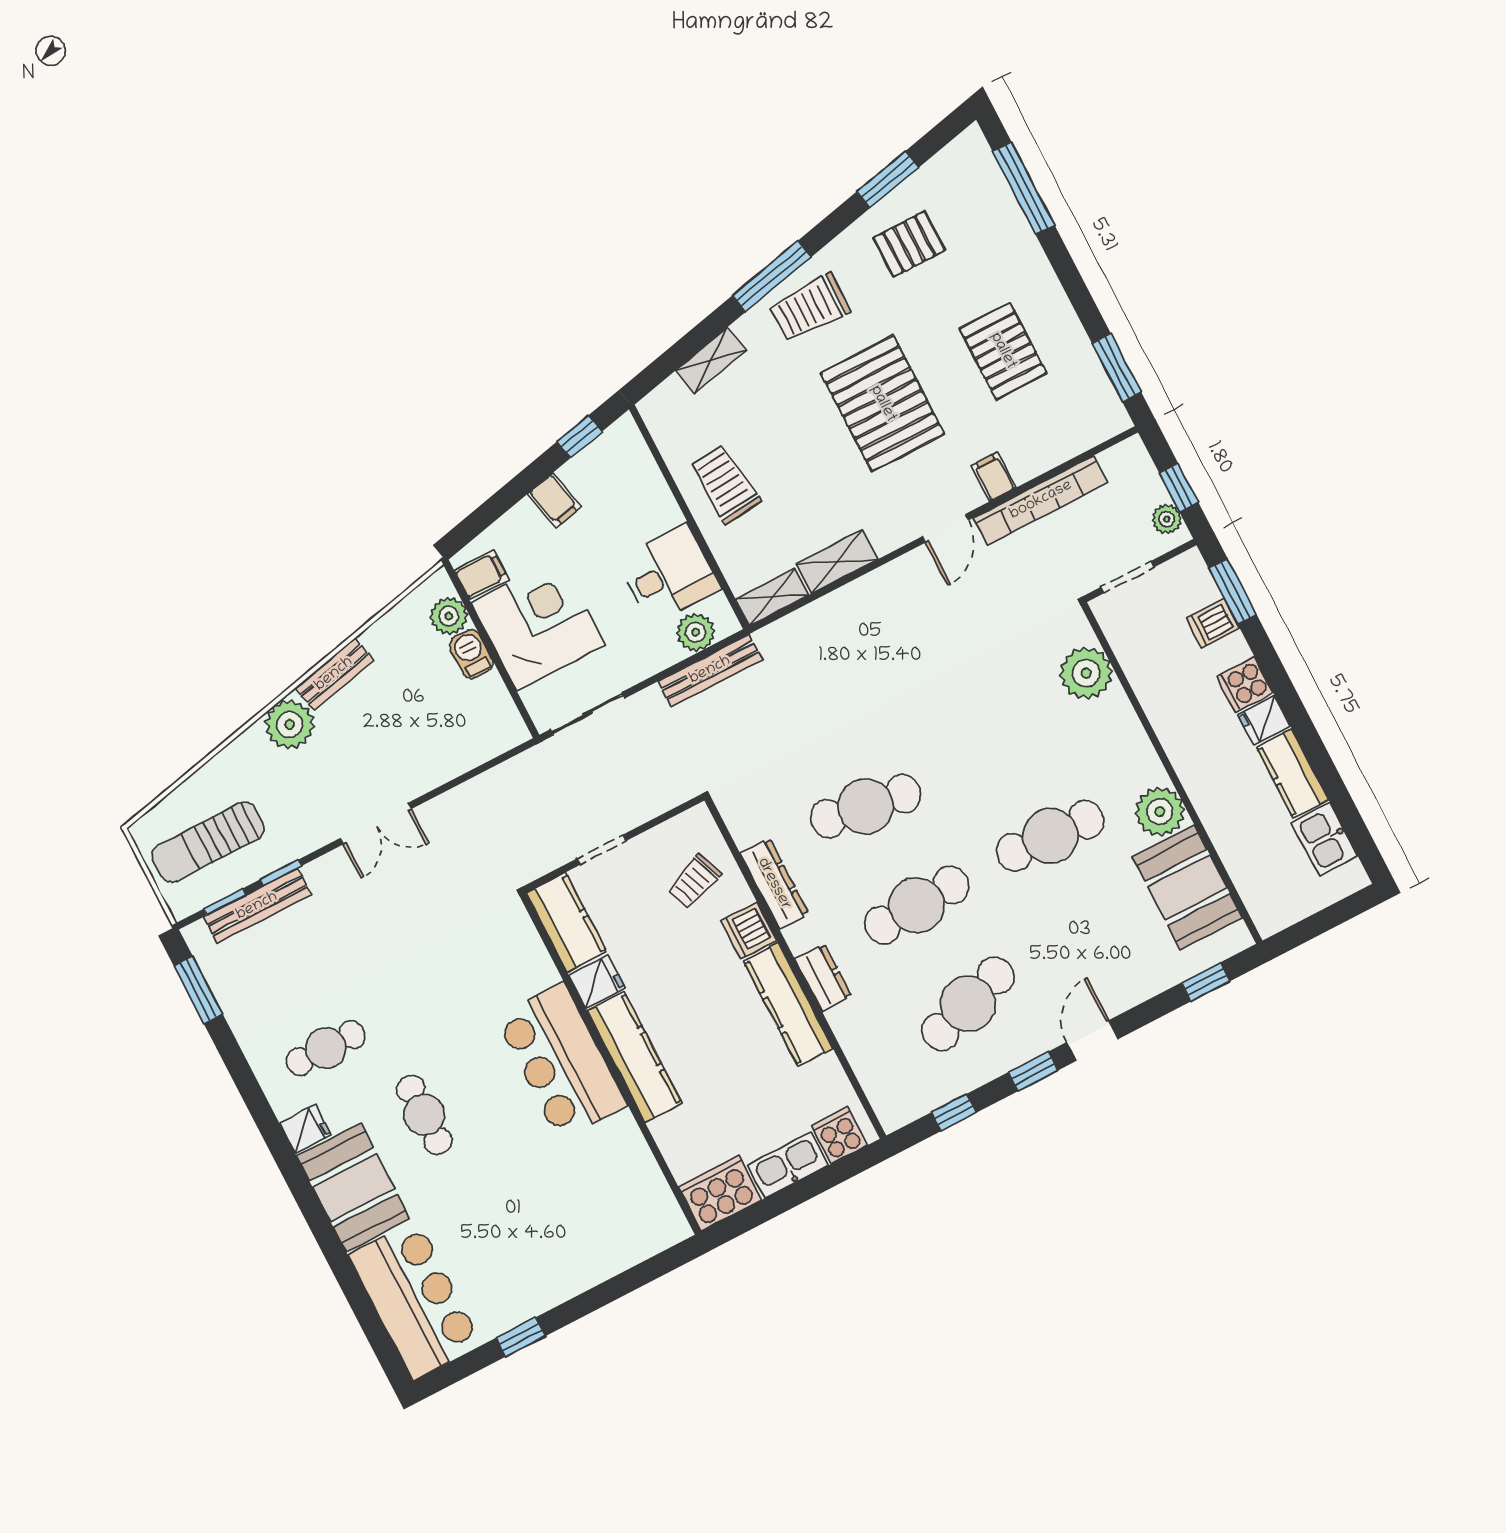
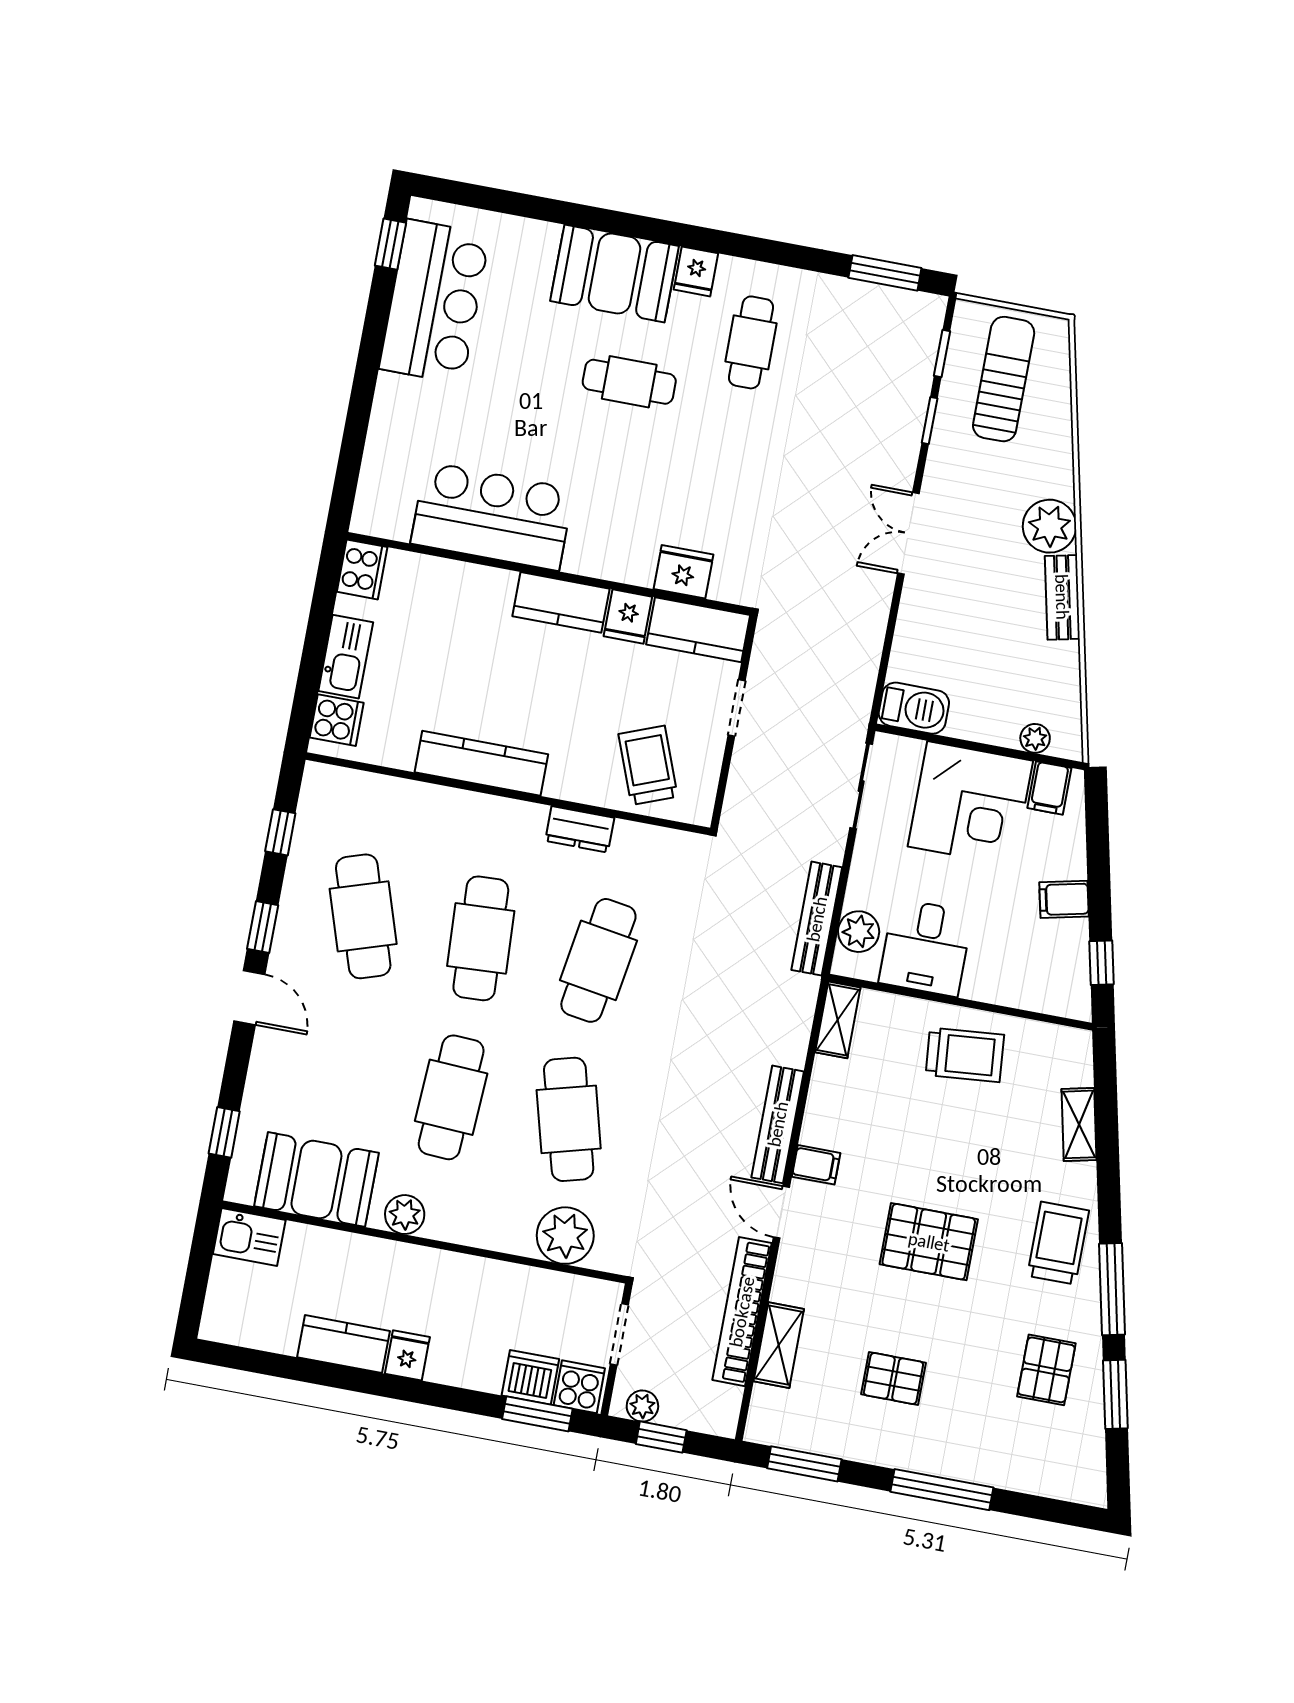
window: (1024, 188) -> (942, 1490), moved
window: (772, 276) -> (1112, 1289), moved
pallet: (1003, 351) -> (893, 1379), width x0.67, depth x0.71
pallet: (883, 404) -> (929, 1242), width x0.73, depth x0.71
filing cabinet: (994, 477) -> (816, 1165), moved
shelving: (837, 561) -> (779, 1345), moved
plant: (449, 616) -> (1035, 738), width x0.73, depth x0.73
dishwasher: (1213, 623) -> (530, 1377), width x1.38
barbecue: (471, 654) -> (914, 708), moved, width x1.38, depth x1.27
cooker: (1245, 685) -> (579, 1387), moved
cafe table: (999, 737) -> (569, 1119), added
plant: (1160, 812) -> (405, 1215), width x0.73, depth x0.73
kitchen sink: (1324, 839) -> (249, 1237), moved, turned 180
trolley: (694, 882) -> (648, 765), width x1.36, depth x1.39
dresser: (774, 884) -> (580, 829), width x0.70
bench: (257, 906) -> (778, 1124), moved
dishwasher: (749, 930) -> (571, 779), removed
fridge: (532, 966) -> (683, 572), added
dresser: (823, 977) -> (481, 811), removed
kitchen counter: (635, 1057) -> (561, 602), width x0.67
bar counter: (561, 1061) -> (492, 516), moved
cooker: (720, 1193) -> (362, 569), width x0.73, depth x0.76
bar counter: (415, 1300) -> (435, 302), moved, turned -90
window: (521, 1337) -> (390, 244), moved

